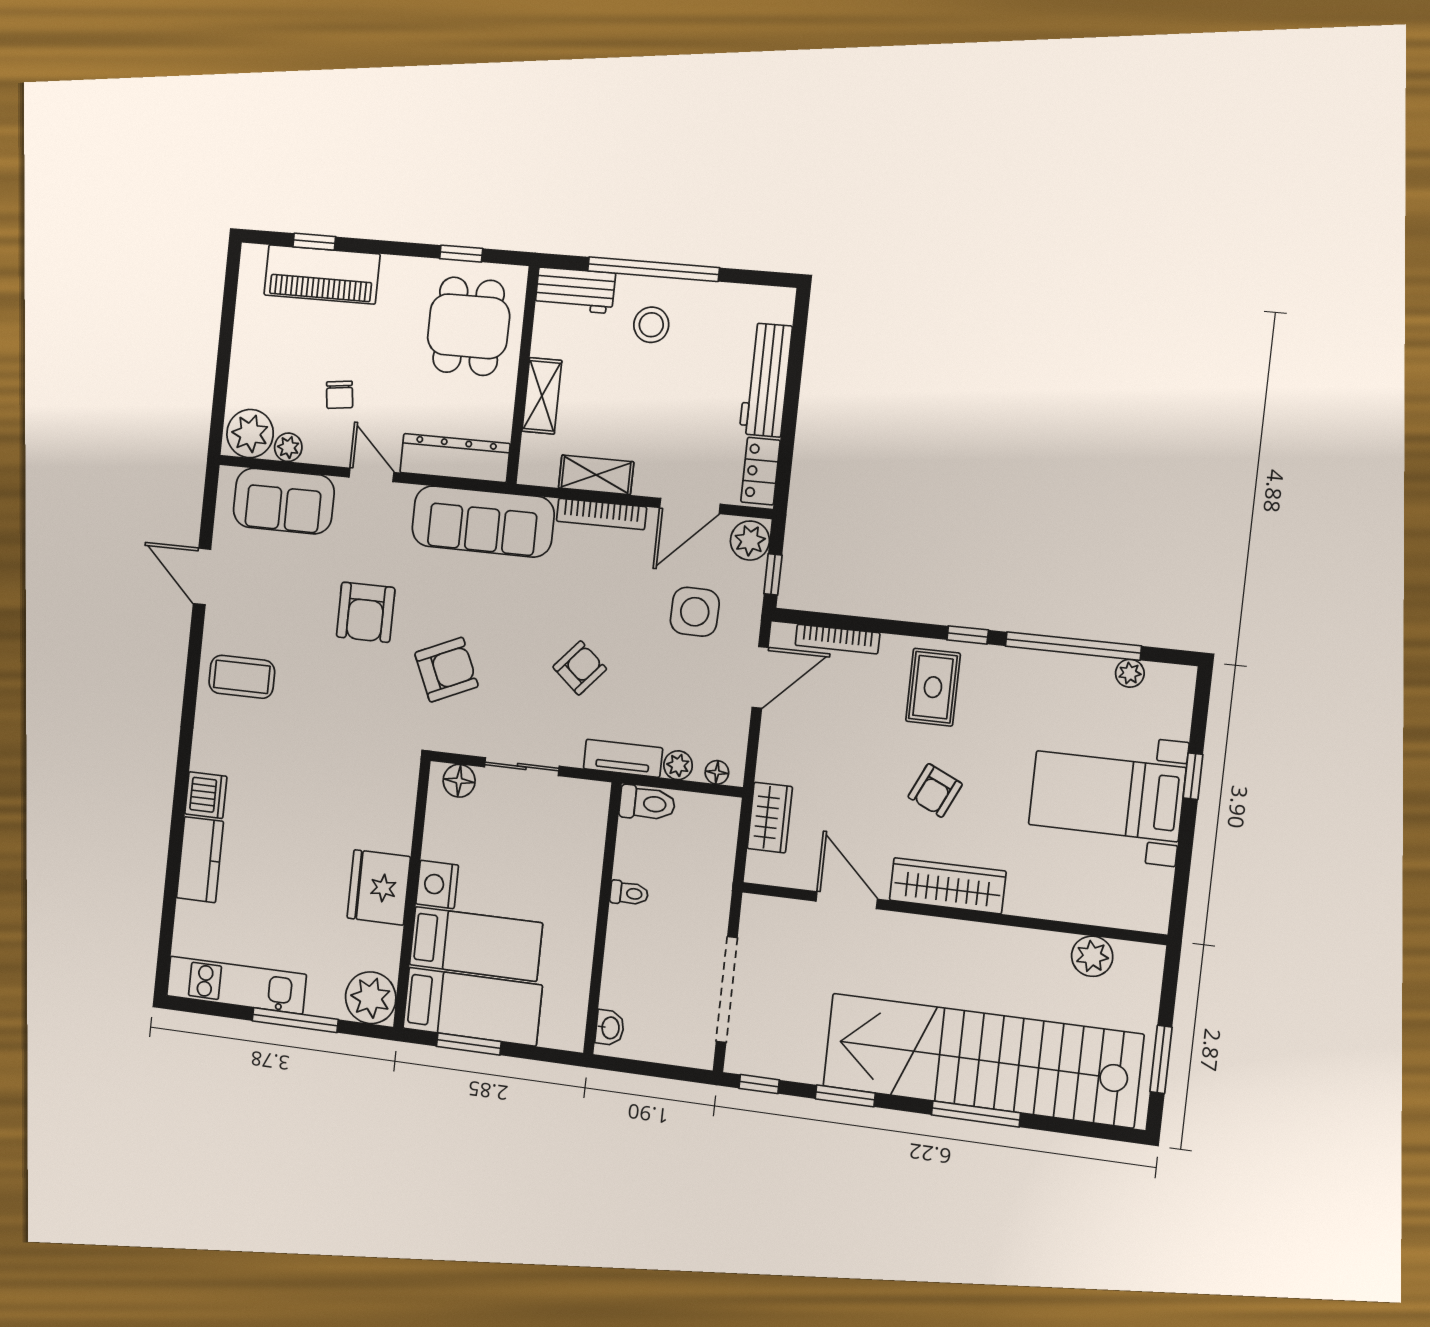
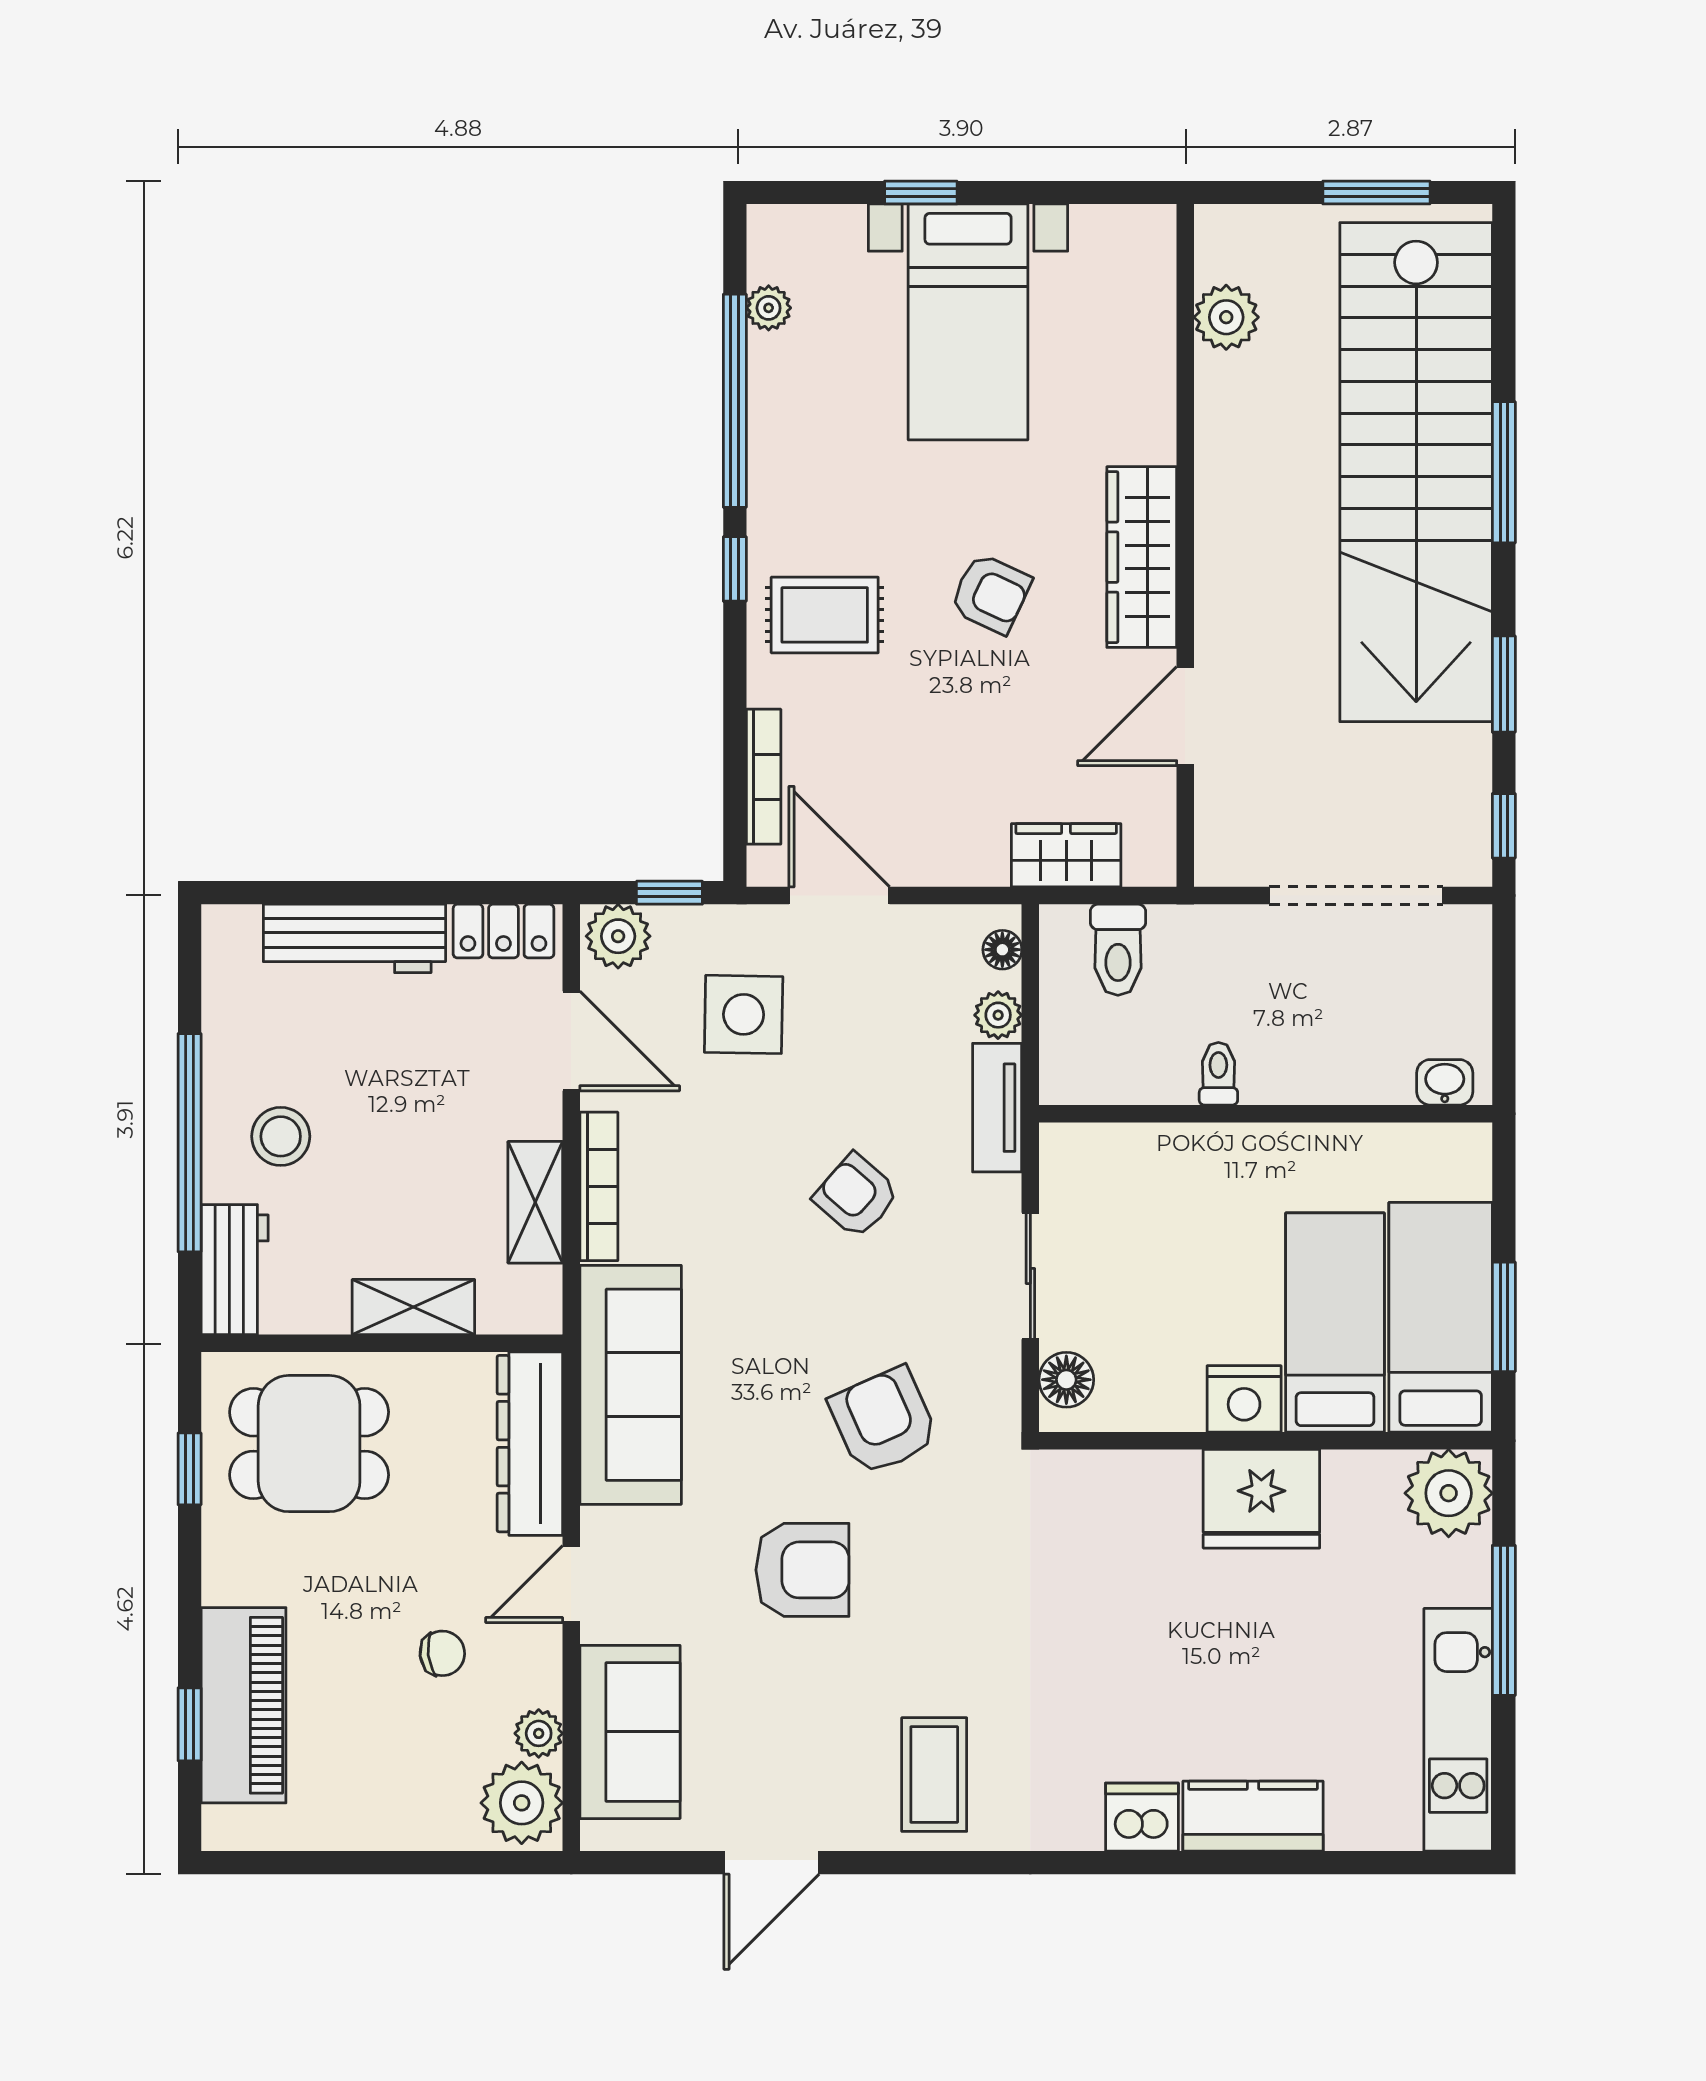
toilet: (647, 803) -> (1118, 950), moved, turned 180

